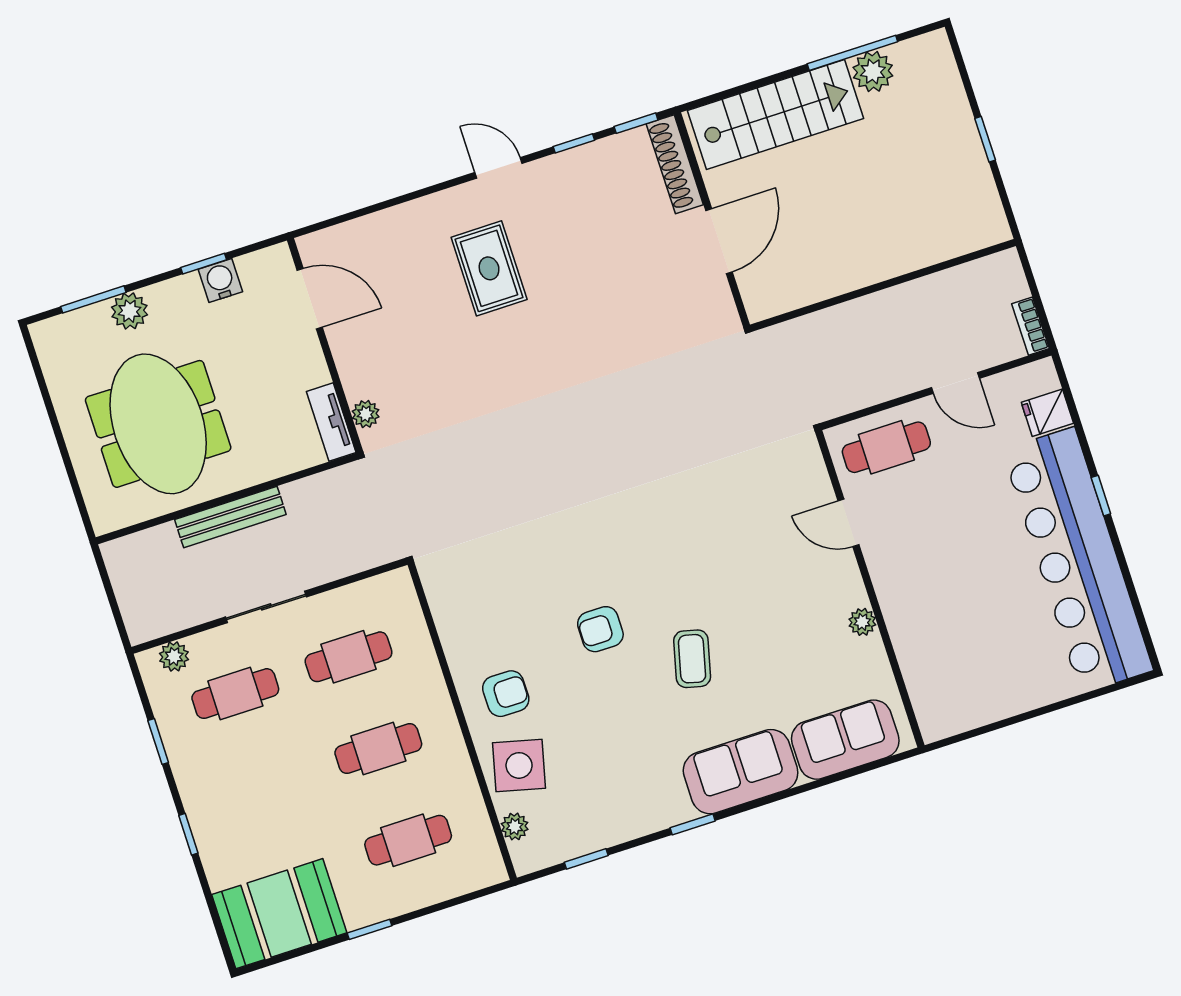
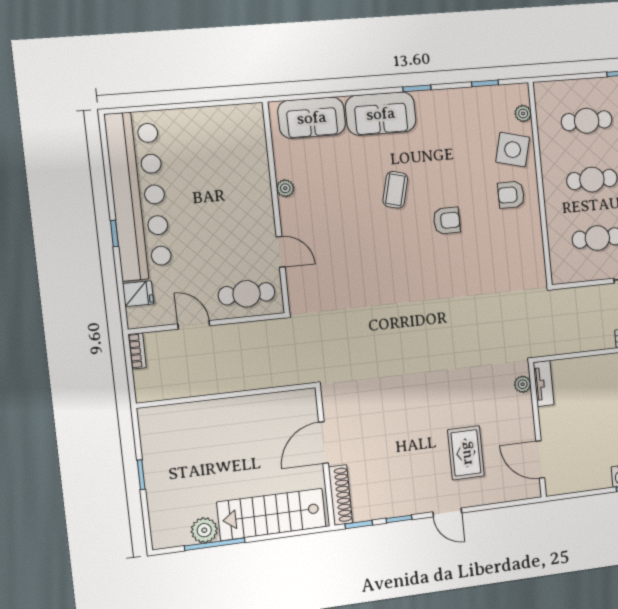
door: (310, 299) -> (540, 460), moved
wall: (325, 345) -> (537, 430), moved
plant: (366, 414) -> (523, 384), moved
tv unit: (331, 422) -> (544, 384), moved

